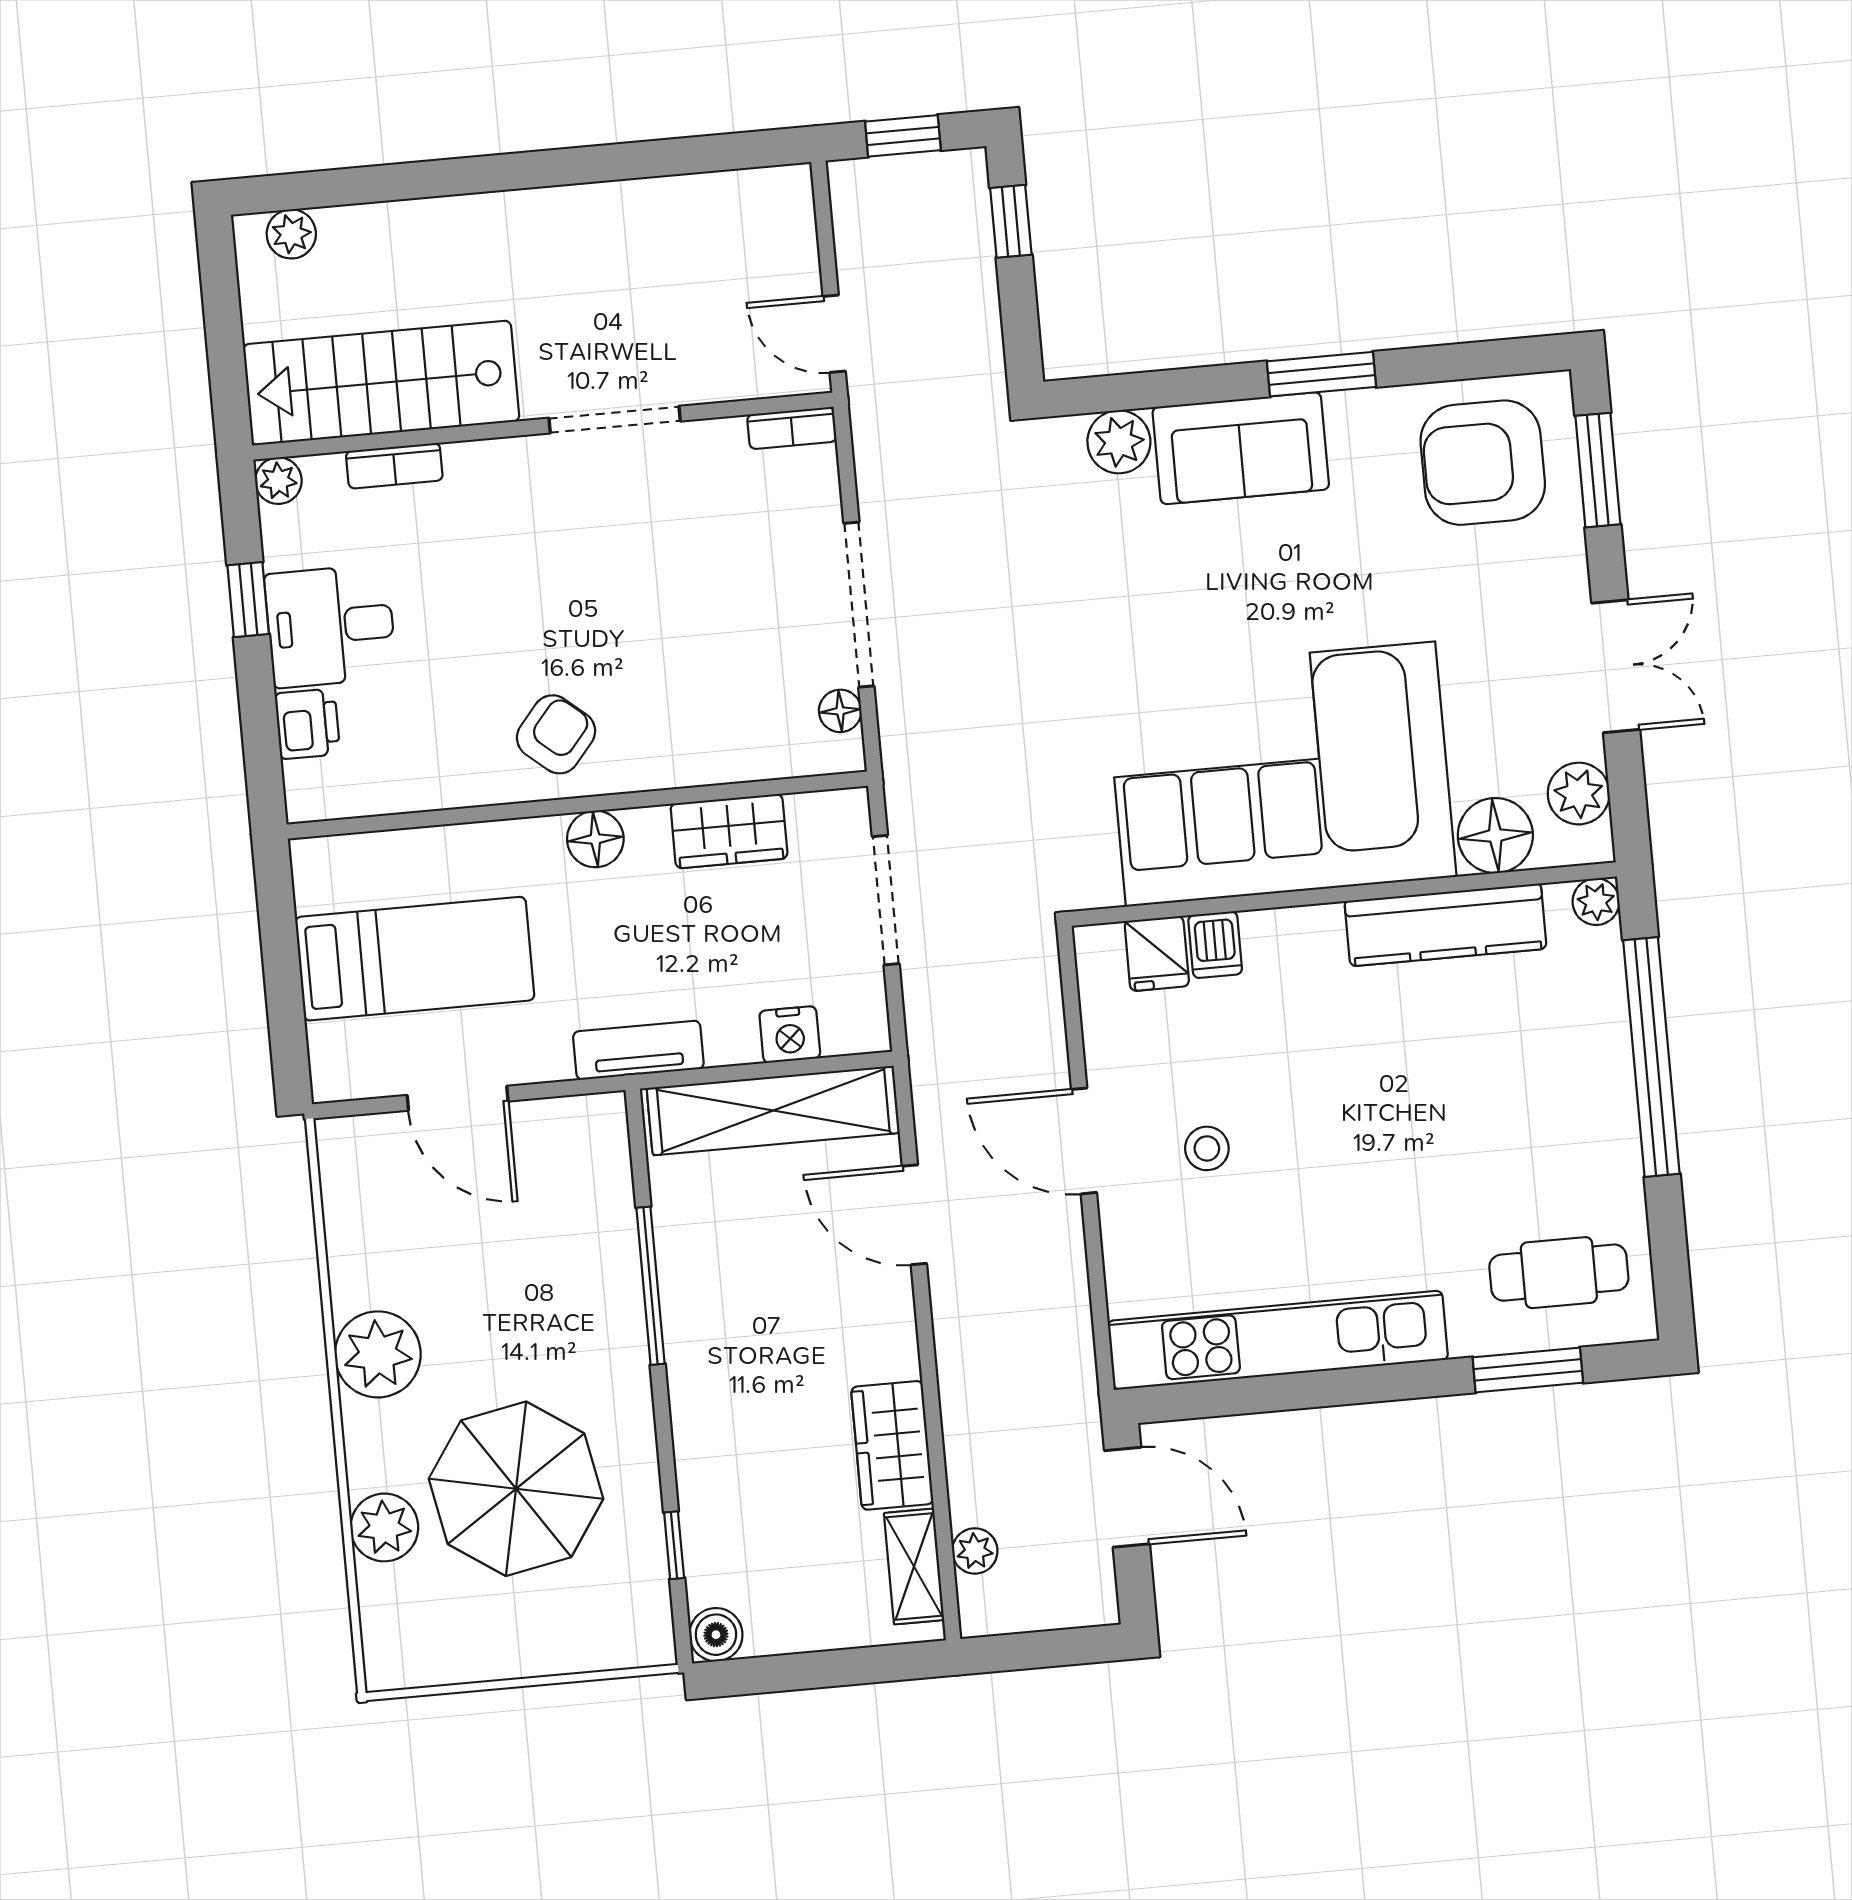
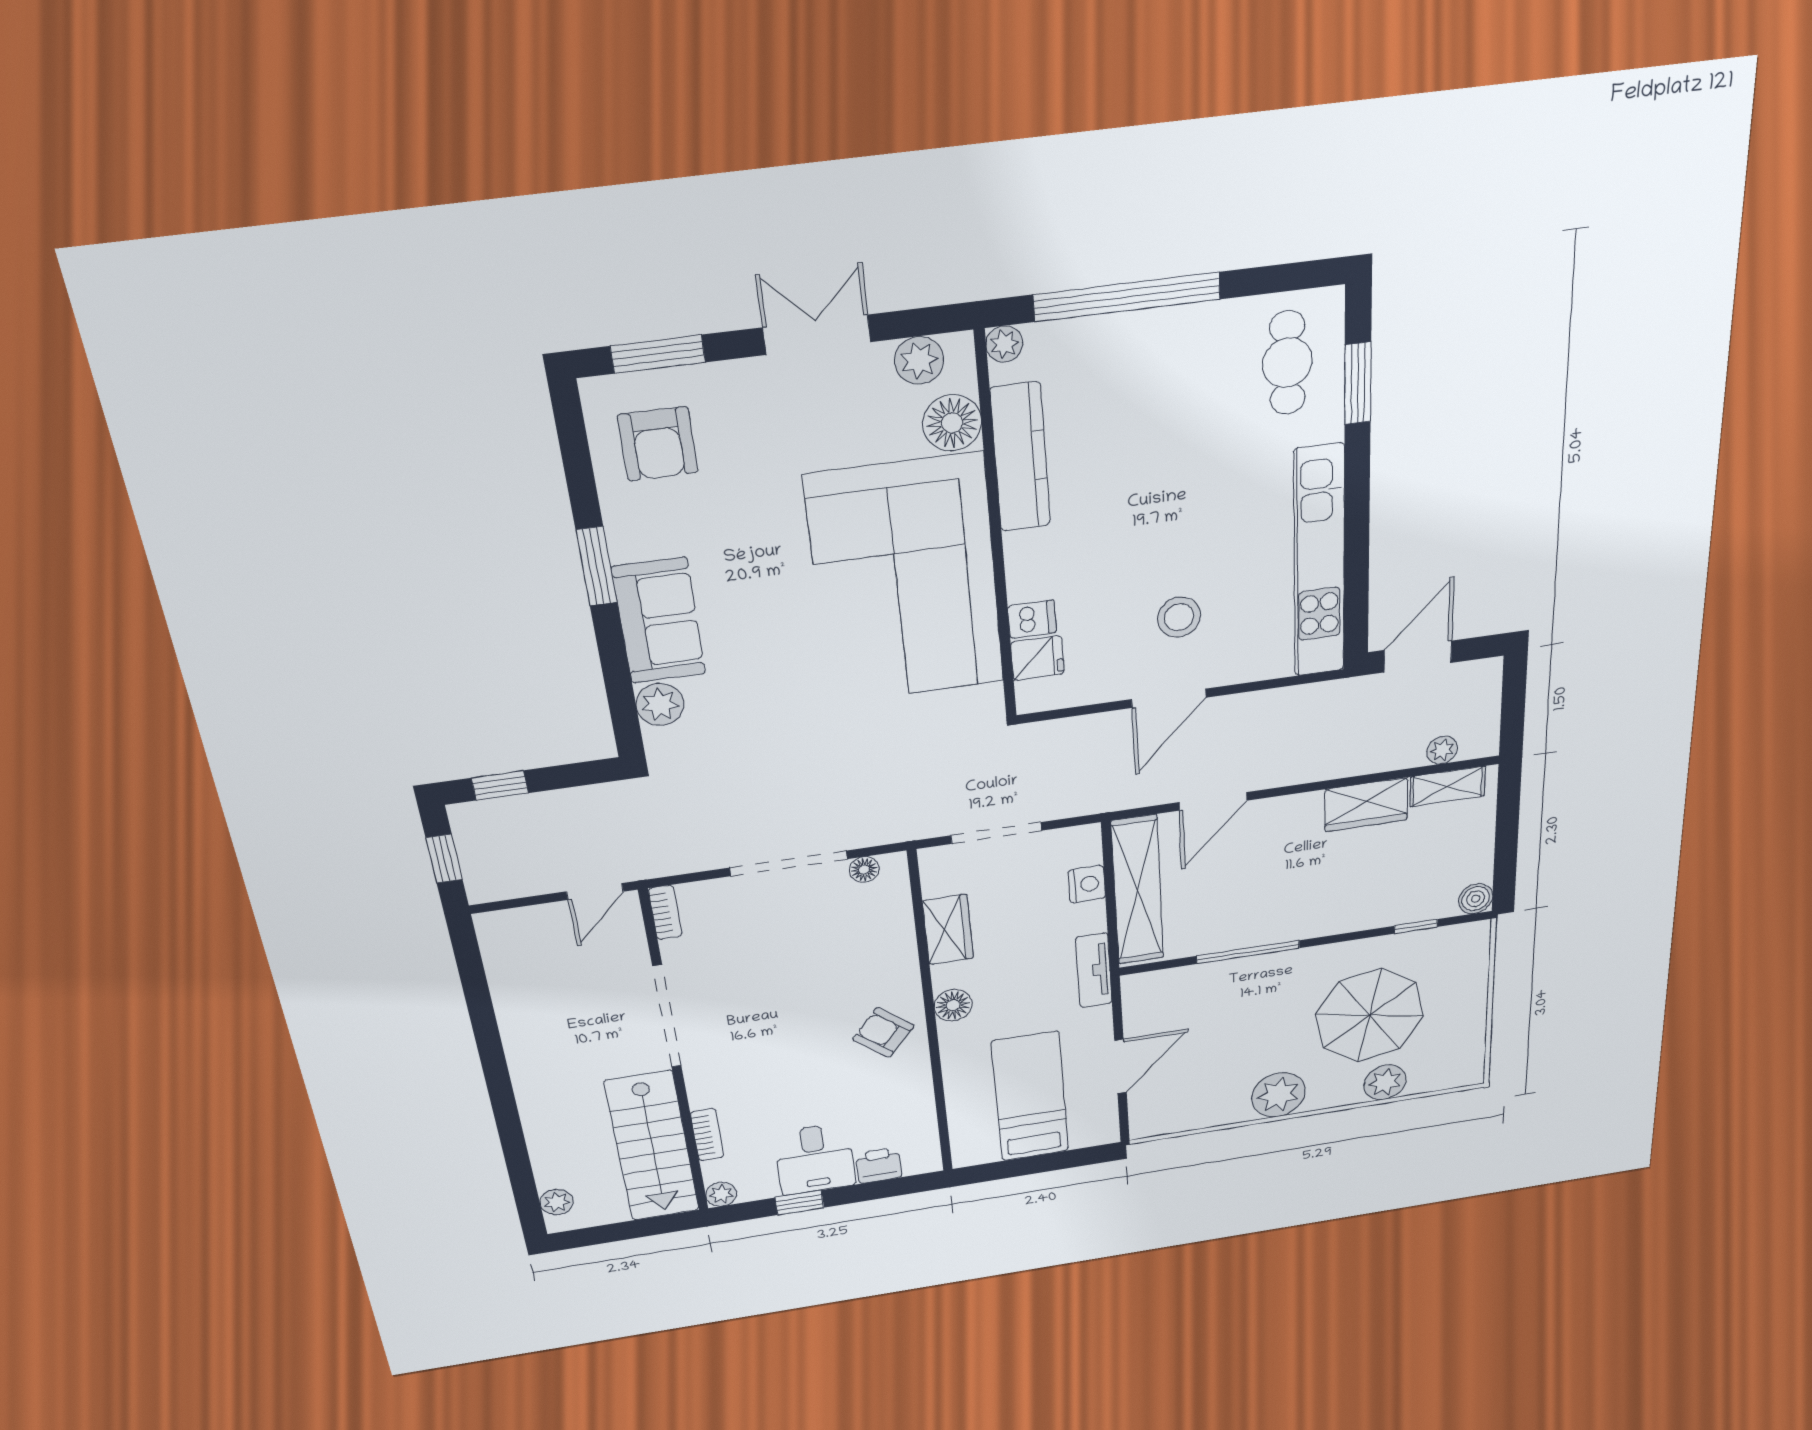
doorway: (615, 420) -> (667, 1016), width x1.36
armchair: (1483, 463) -> (658, 444), width x0.73, depth x0.73
stool: (1207, 1148) -> (1179, 617), width x1.37, depth x1.37

